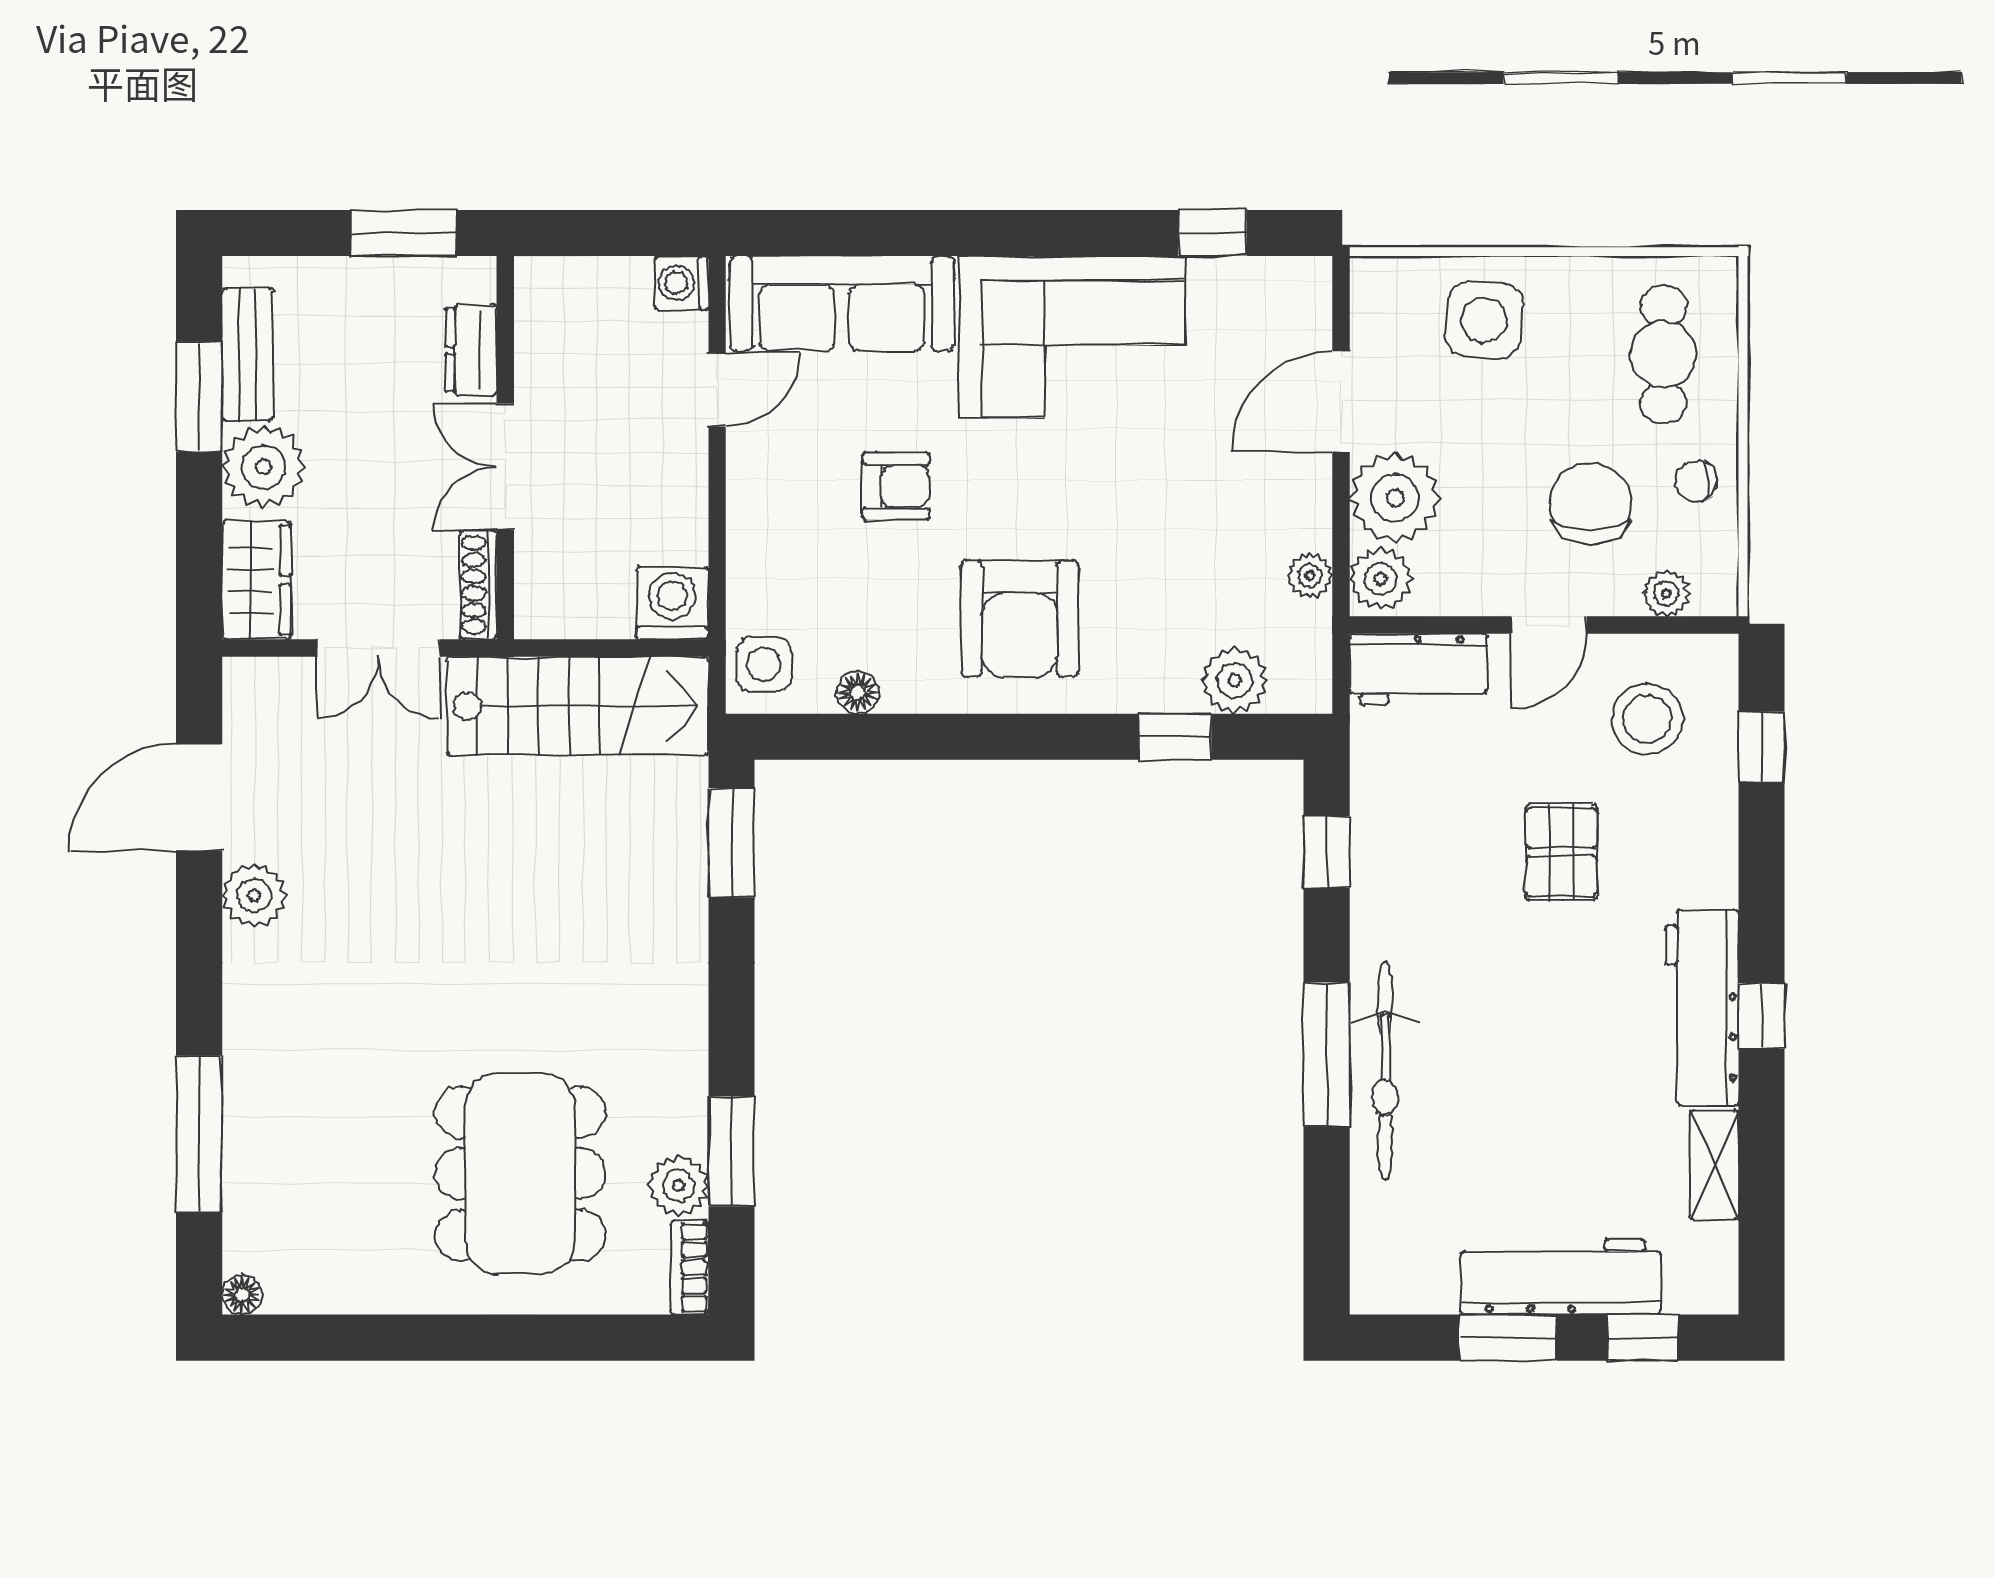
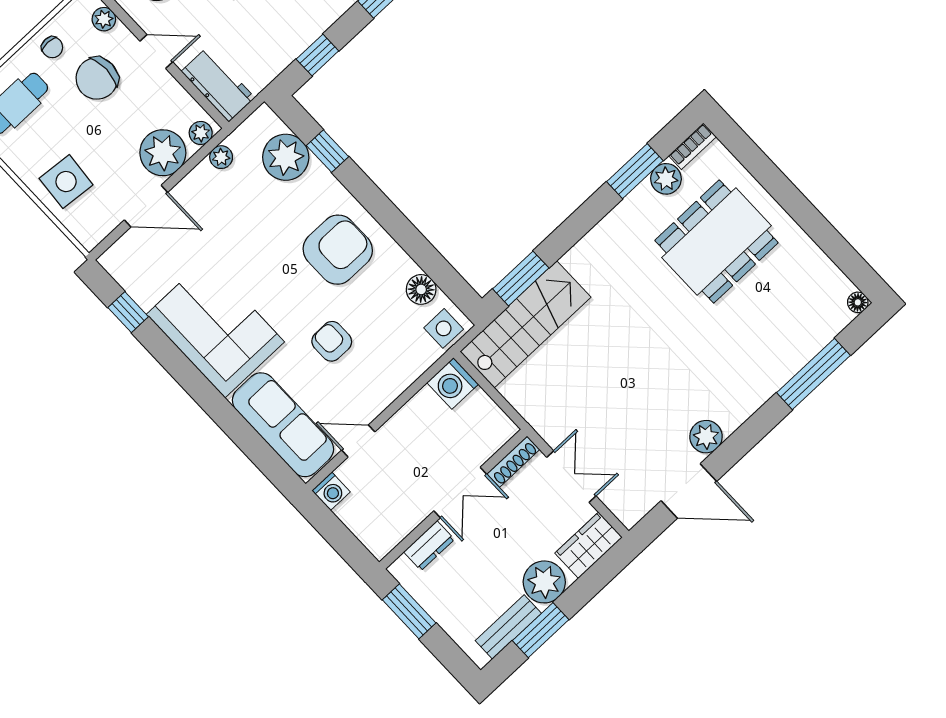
plant: (1381, 579) -> (201, 133), width x0.73, depth x0.73
plant: (1235, 680) -> (286, 157), width x1.36, depth x1.36
floor lamp: (858, 692) -> (421, 289), width x1.37, depth x1.37
stairs: (578, 706) -> (525, 324), moved, turned 90

